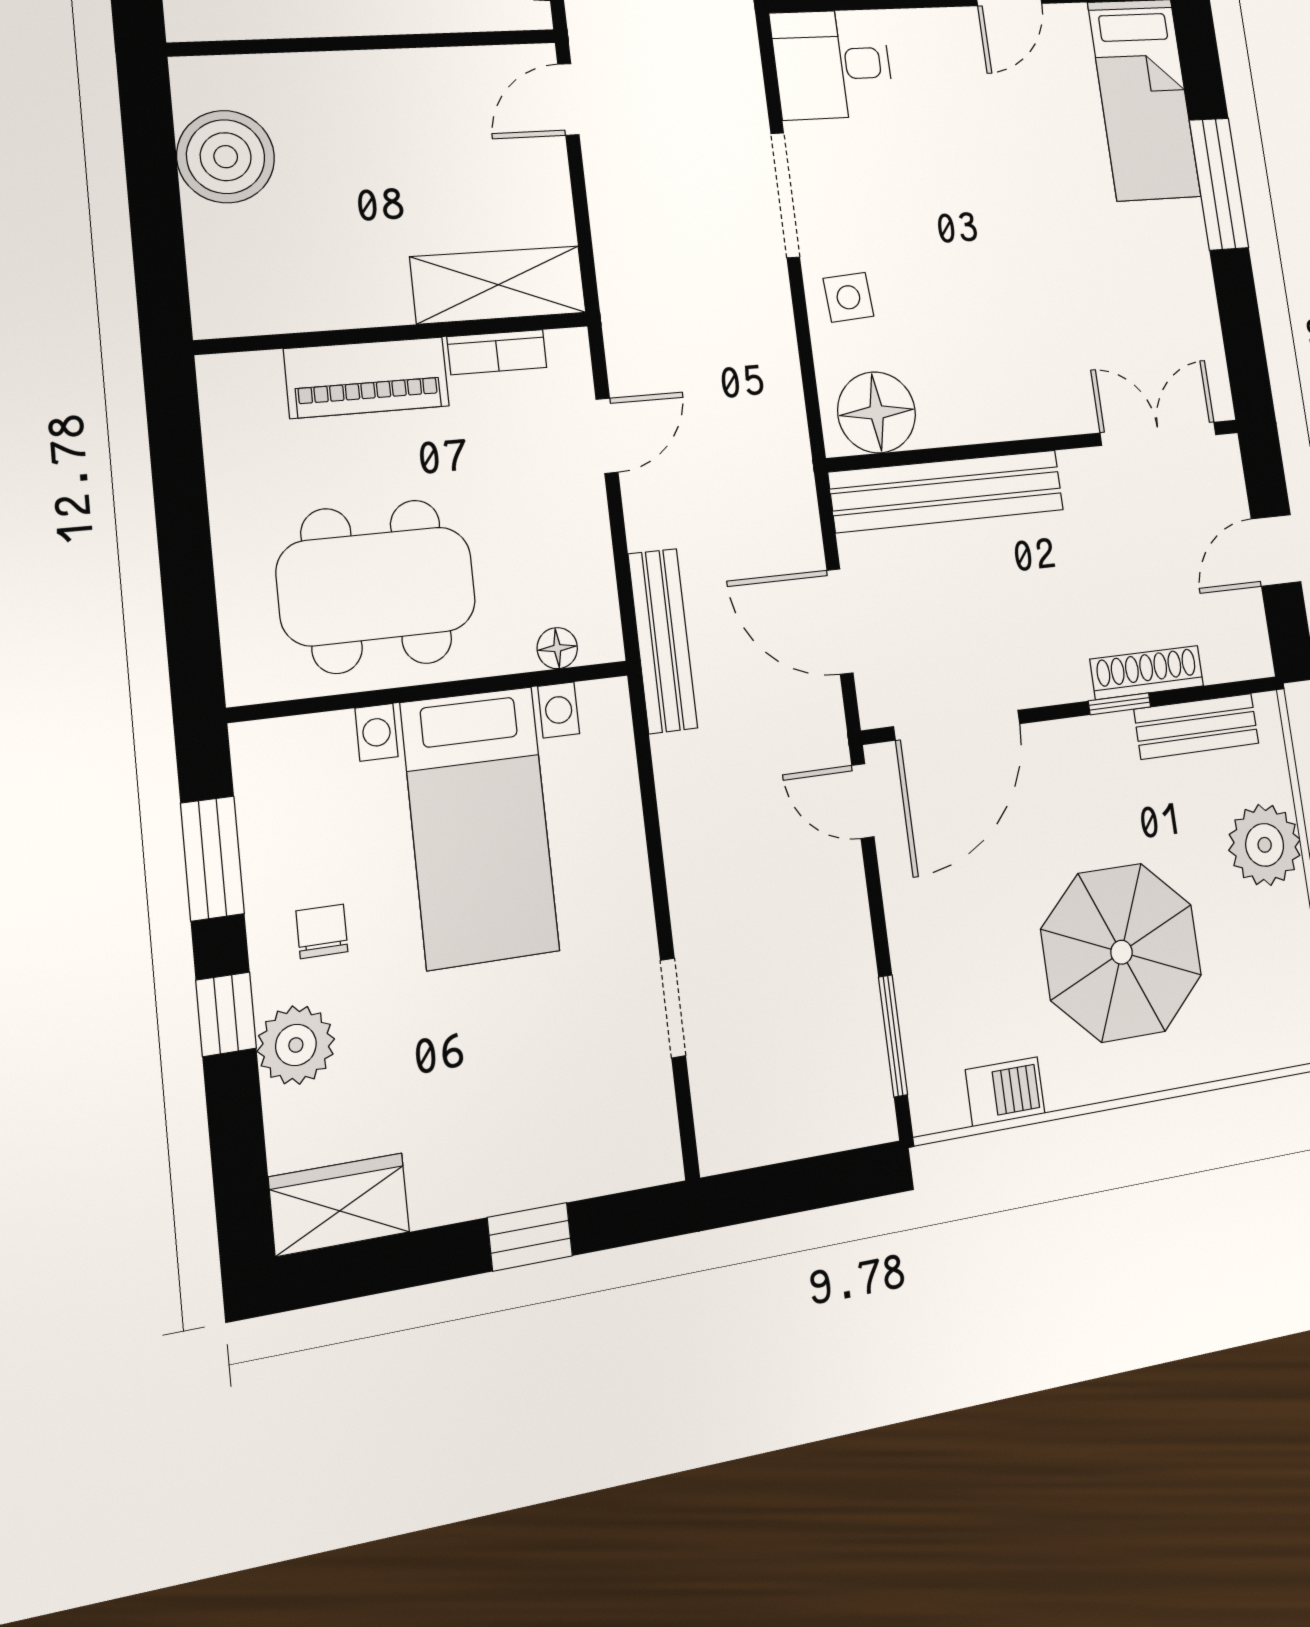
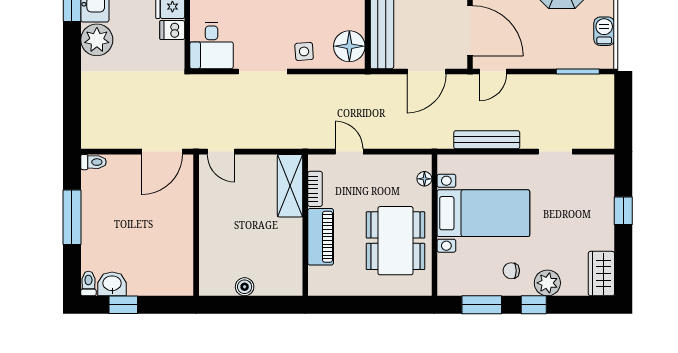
boiler: (226, 157) -> (245, 287), width x0.54, depth x0.54
bench: (663, 641) -> (487, 140), moved

